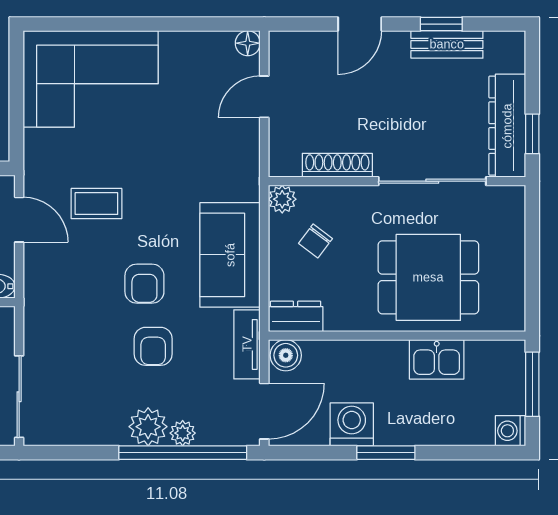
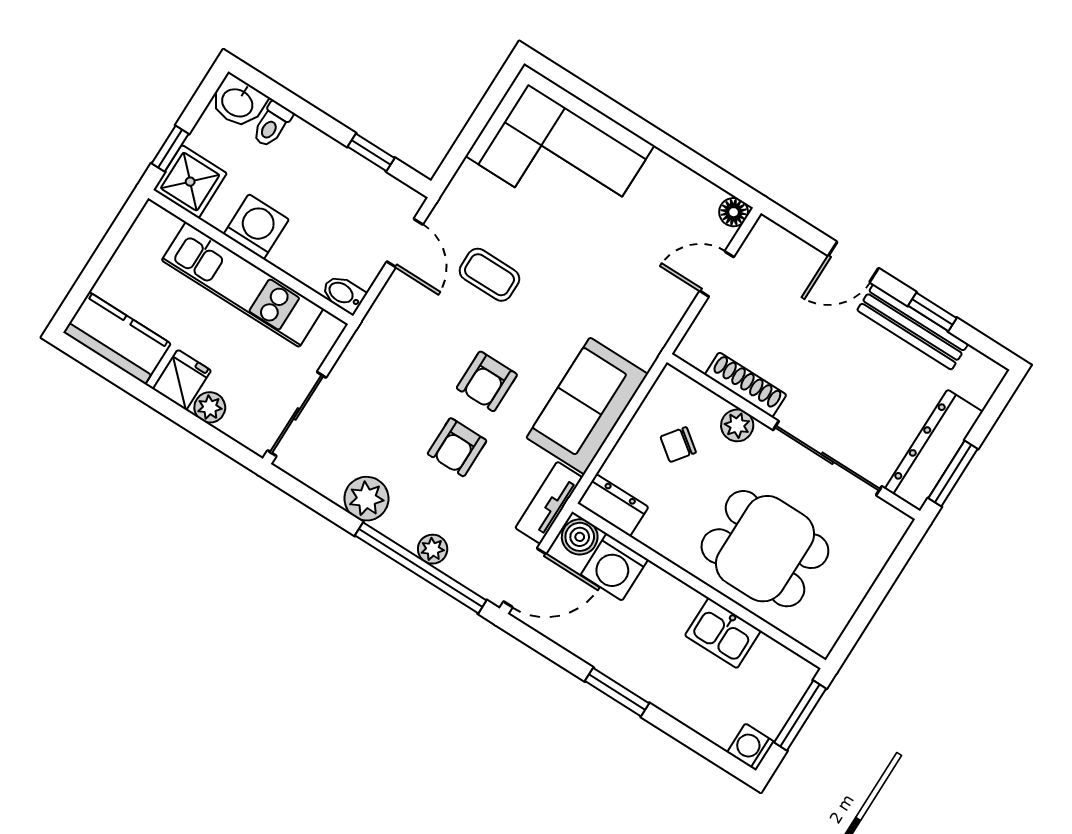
bench: (447, 44) -> (913, 327), width x1.36
window: (532, 134) -> (953, 474), width x1.50
plant: (282, 199) -> (737, 425), moved
washing machine: (352, 424) -> (614, 567), moved, turned 180
plant: (148, 427) -> (366, 499), moved

